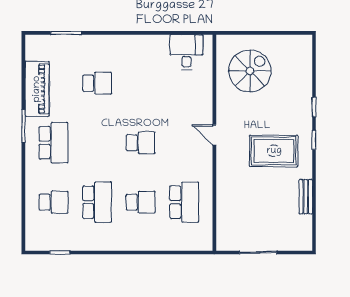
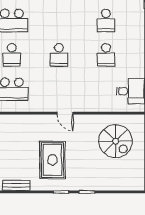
school desk: (141, 83) -> (106, 55), added
door: (214, 135) -> (65, 113), swing flipped

